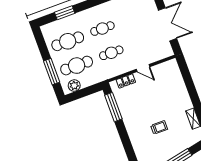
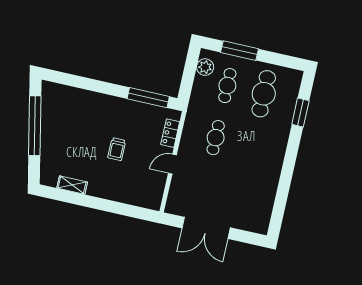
cafe table: (102, 29) -> (252, 146), removed
cafe table: (77, 66) -> (227, 86), width x0.73, depth x0.74
trolley: (159, 127) -> (117, 149), moved

